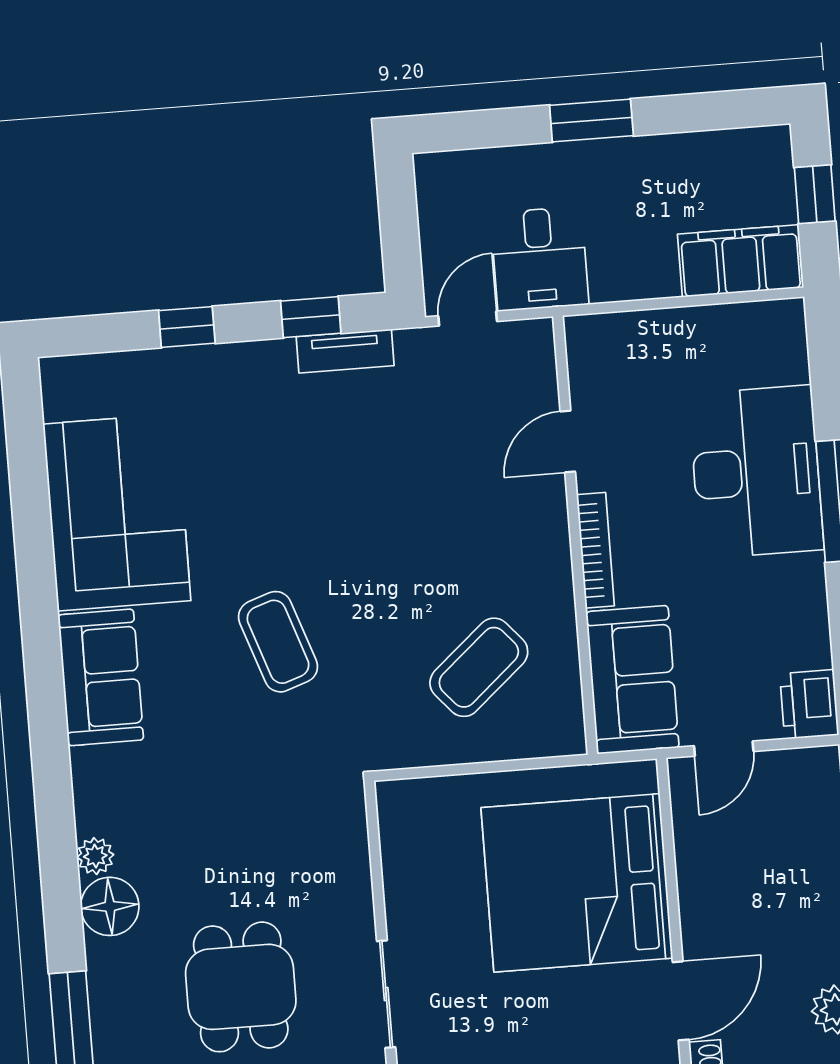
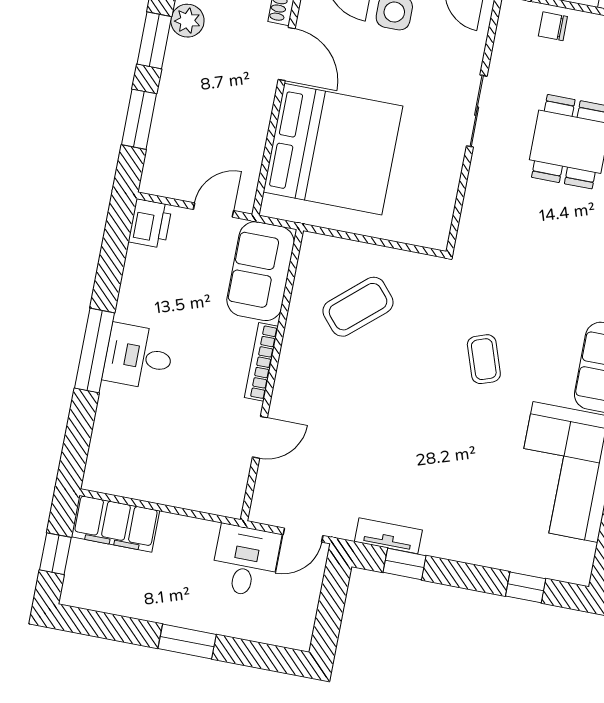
window: (187, 327) -> (526, 587), moved
desk: (756, 472) -> (139, 357), width x0.53, depth x0.77
coffee table: (278, 642) -> (484, 359), width x0.73, depth x0.77
door: (681, 1001) -> (287, 54), swing flipped

